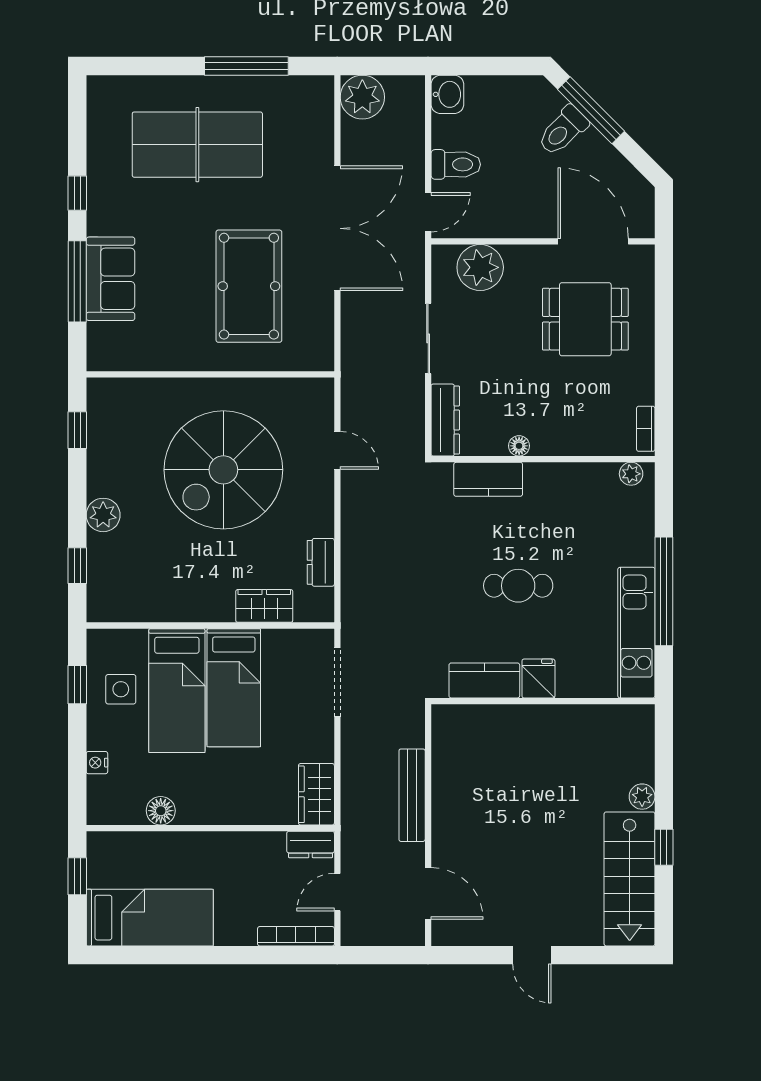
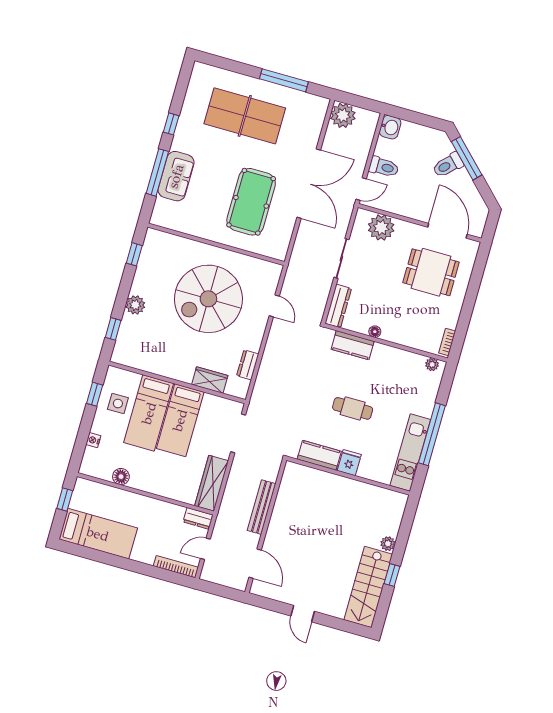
wardrobe: (316, 794) -> (212, 483), width x1.50

